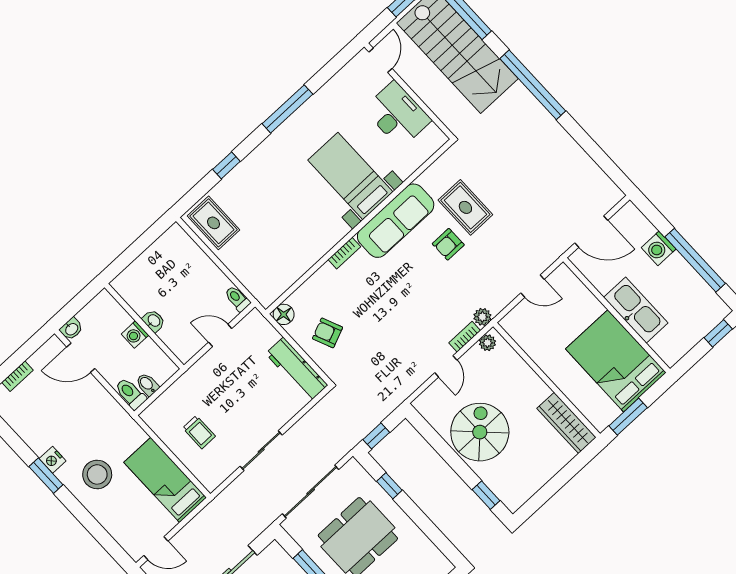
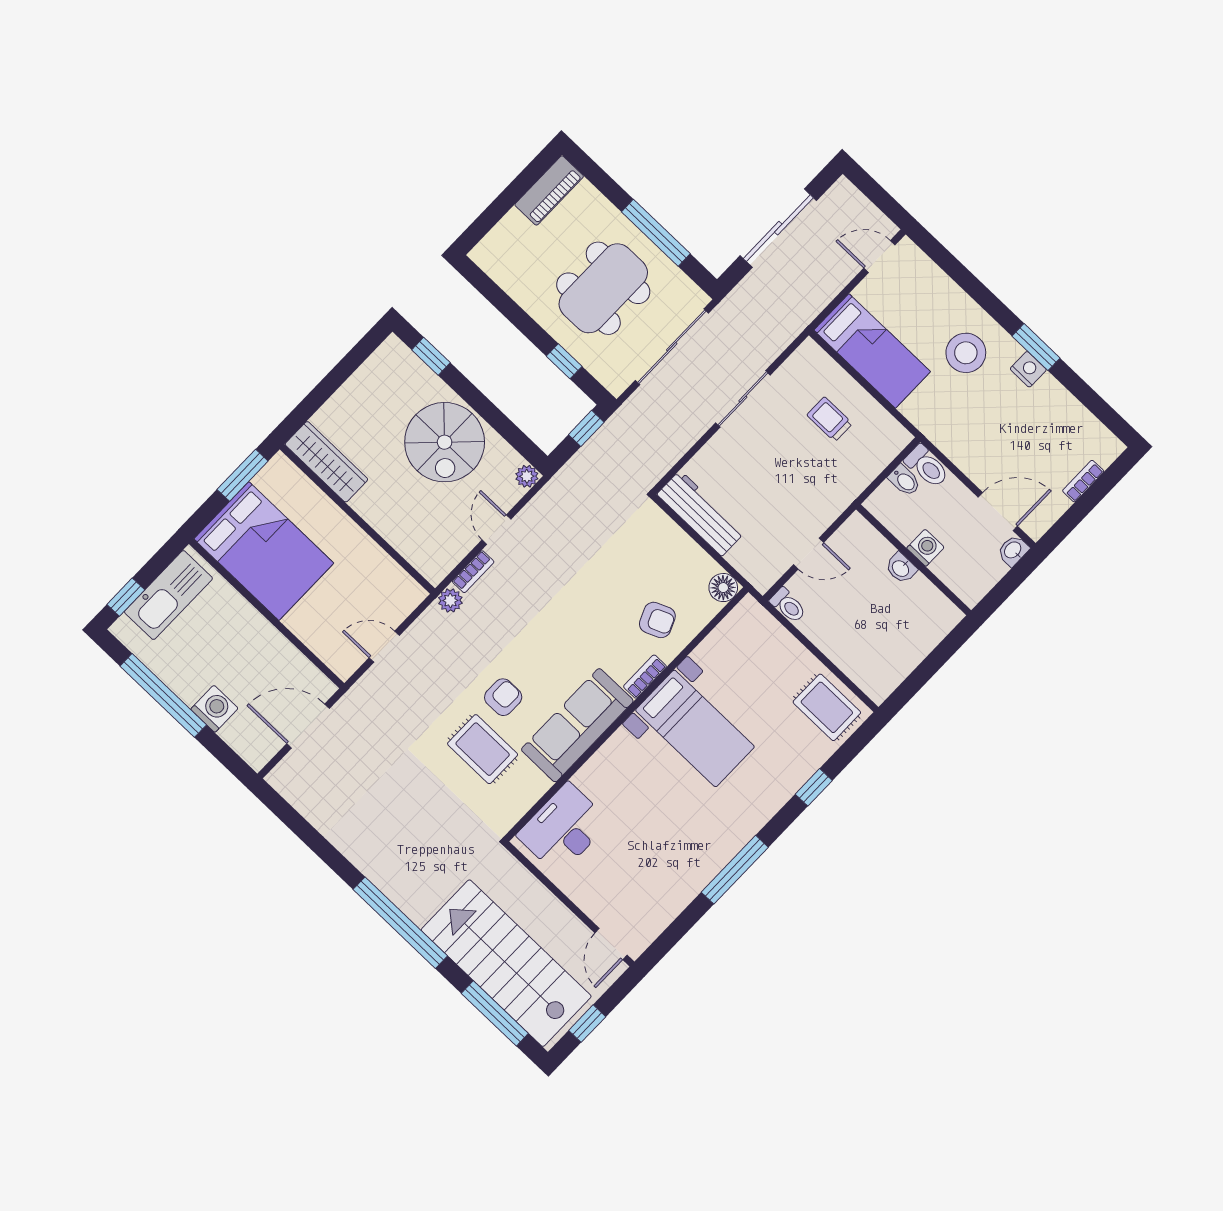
desk: (397, 115) -> (563, 829), moved, turned 90
bed with nightstands: (350, 176) -> (695, 728), moved
kitchen sink: (636, 310) -> (168, 595), moved, turned -90
armchair: (327, 333) -> (657, 620), moved
plant: (487, 343) -> (527, 476), moved

